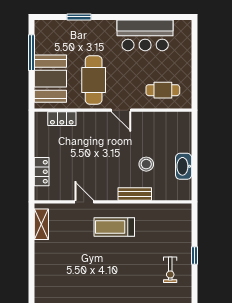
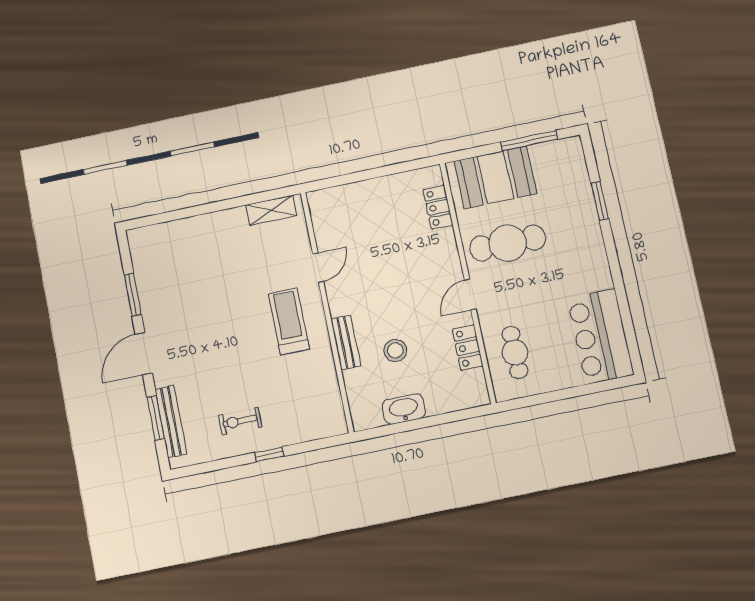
bar counter: (145, 35) -> (600, 336), moved
locker: (42, 172) -> (468, 348), moved, turned 90

